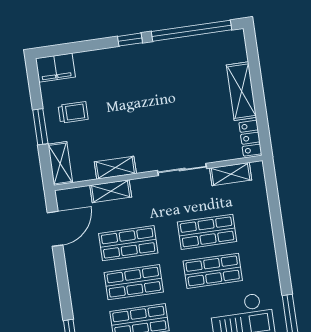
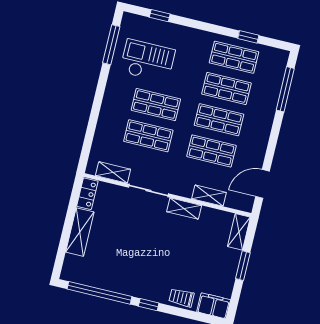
trolley: (73, 112) -> (181, 298), moved
shelving: (115, 168) -> (184, 209), moved

